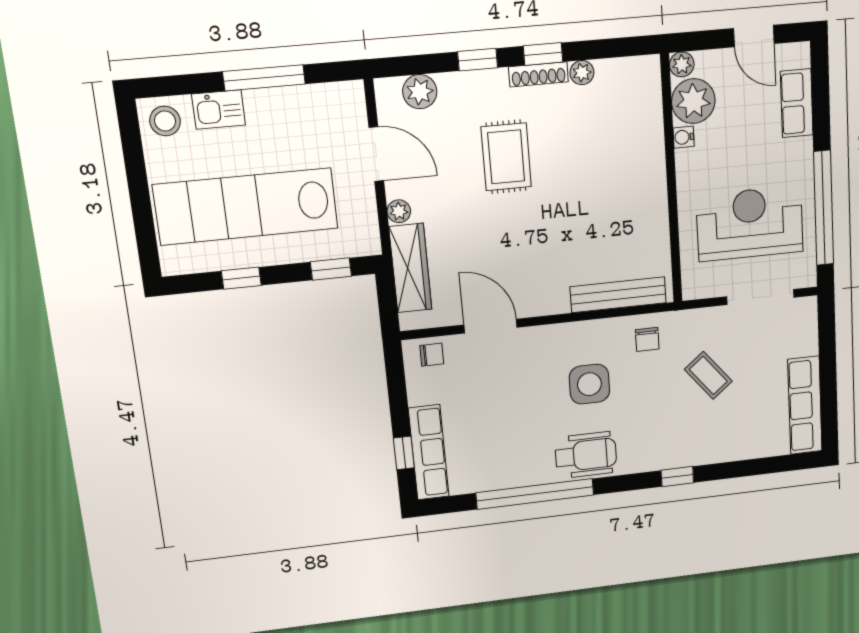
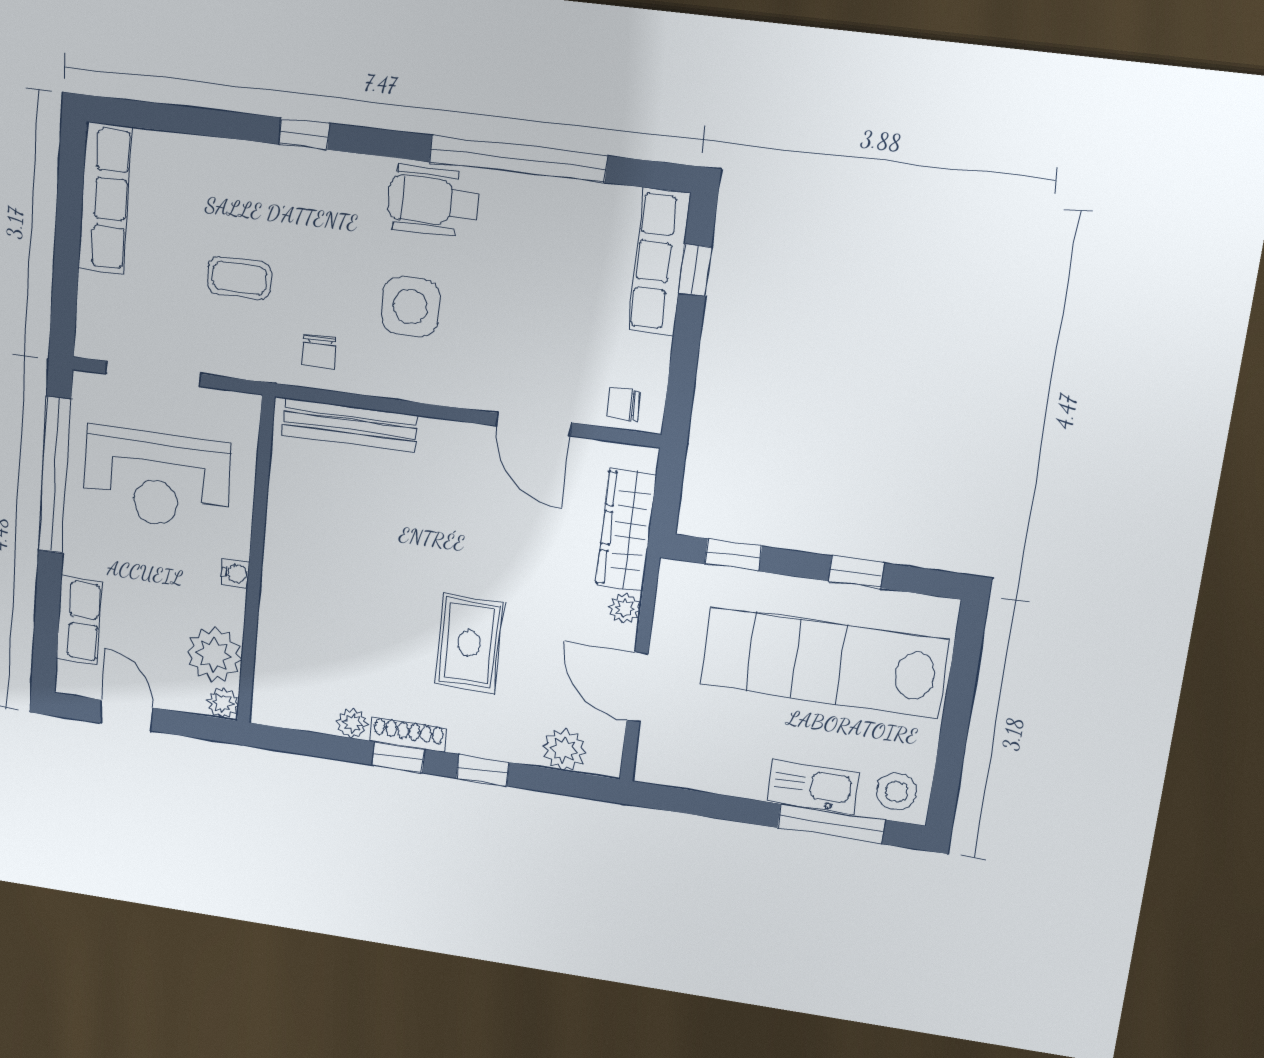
window: (264, 78) -> (831, 824), moved
kitchen sink: (219, 110) -> (813, 787), width x1.38
water cooler: (684, 137) -> (235, 573), moved
lab bench: (246, 207) -> (824, 663), turned 180
chair: (647, 339) -> (319, 352), turned 180
coffee table: (708, 375) -> (240, 278), turned -51

